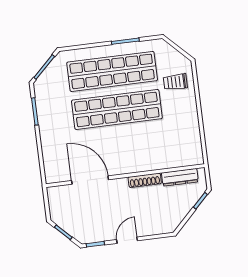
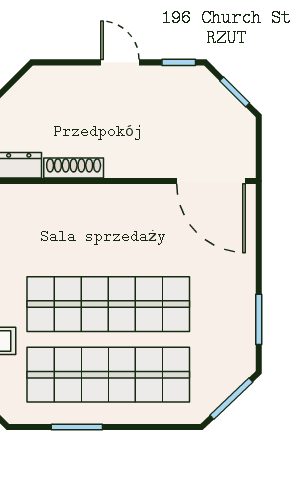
door: (90, 180) -> (211, 181), moved
door: (127, 240) -> (120, 62), swing flipped

